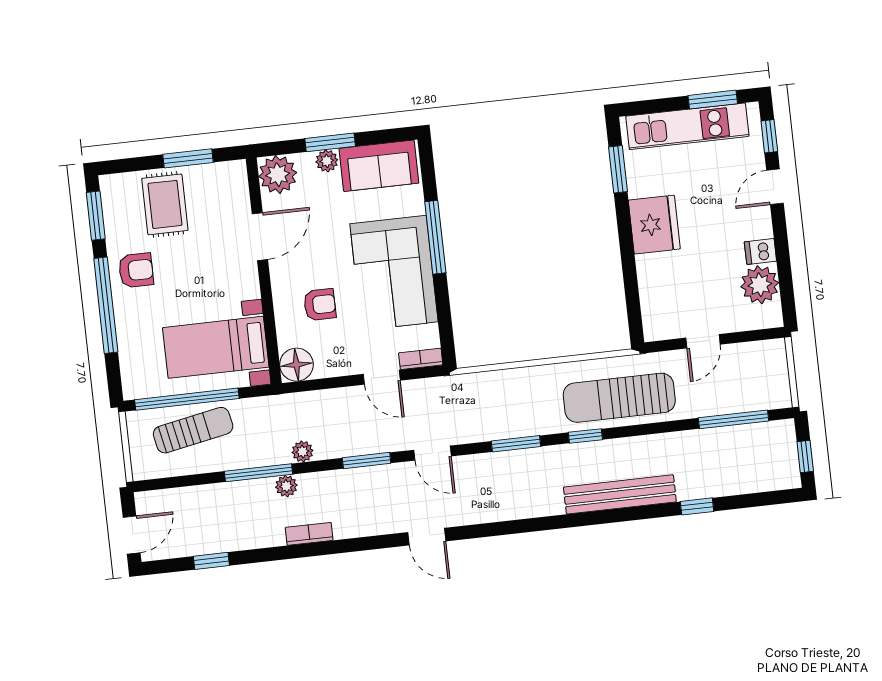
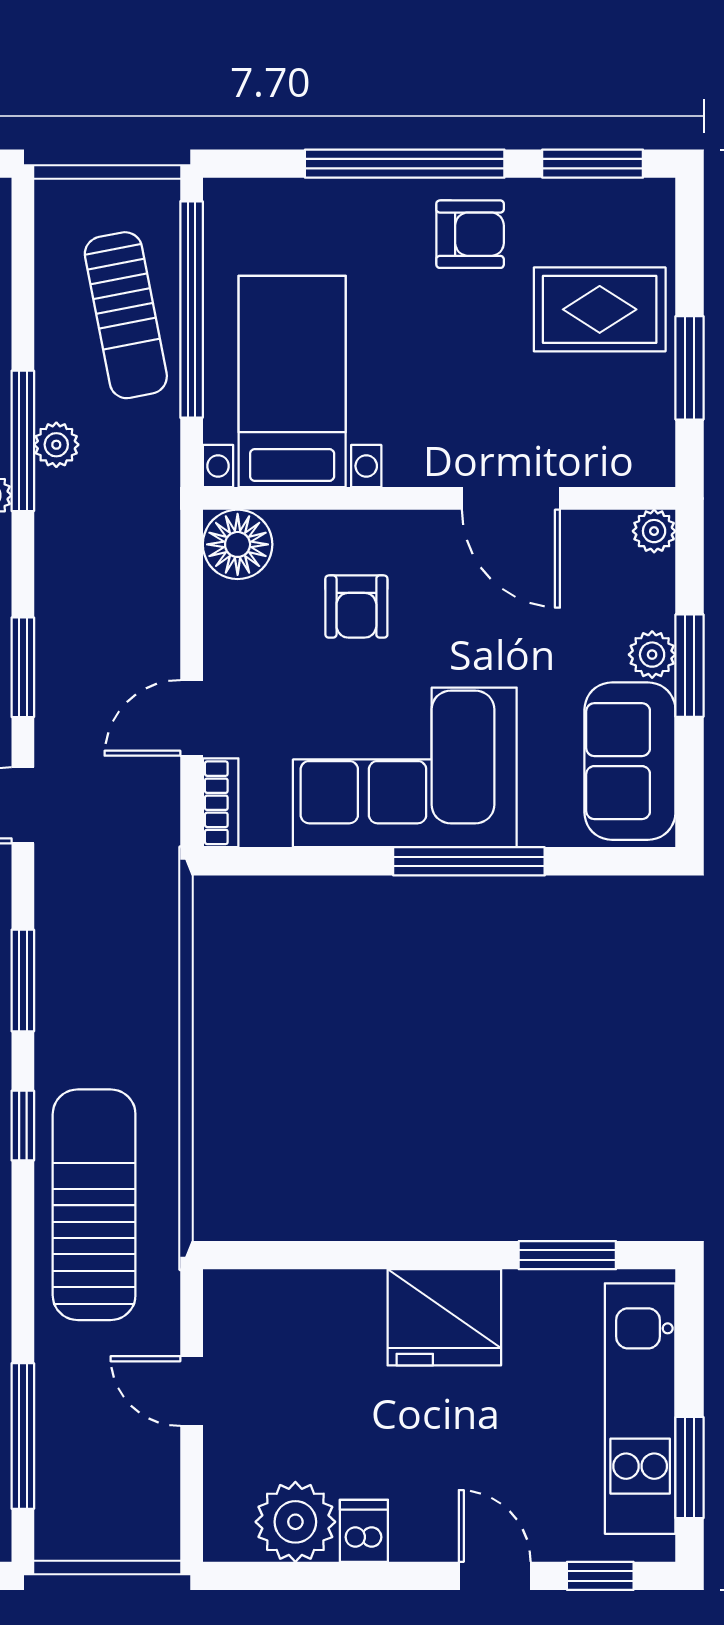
plant: (278, 175) -> (654, 531), width x0.53, depth x0.53
armchair: (136, 270) -> (470, 234), turned -90
plant: (303, 452) -> (56, 445), moved

